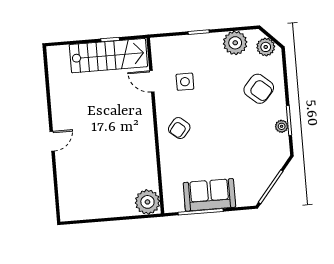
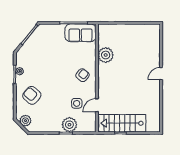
plant: (235, 43) -> (69, 125), moved
door: (152, 81) -> (97, 105), swing flipped
sofa: (209, 195) -> (80, 33), moved
plant: (147, 202) -> (106, 55), moved

